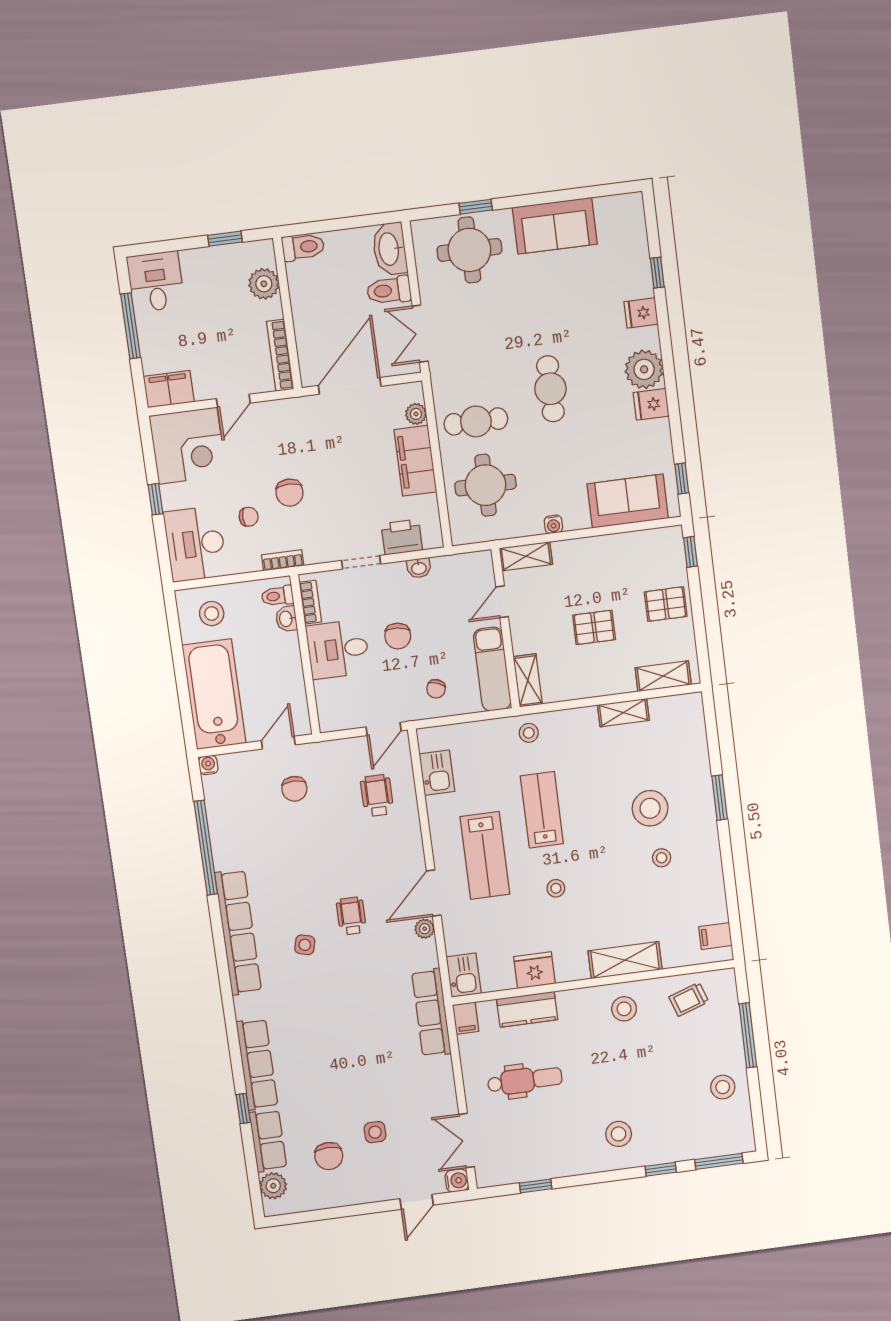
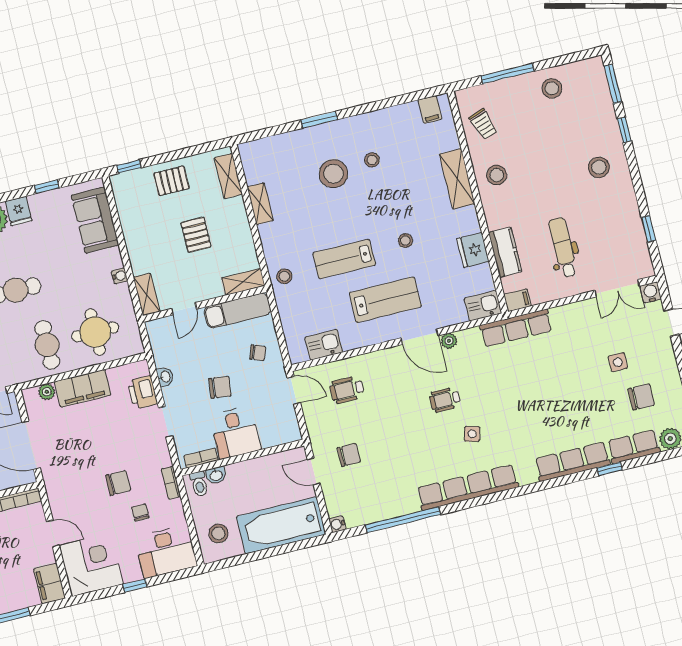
window: (682, 479) -> (47, 187), moved
door: (502, 602) -> (184, 309), hinge flipped
pallet: (666, 604) -> (172, 181), turned 90

